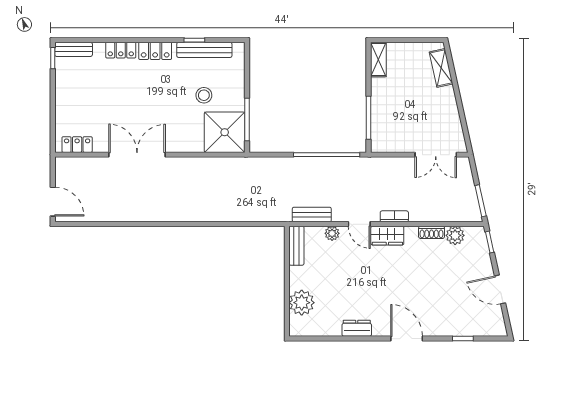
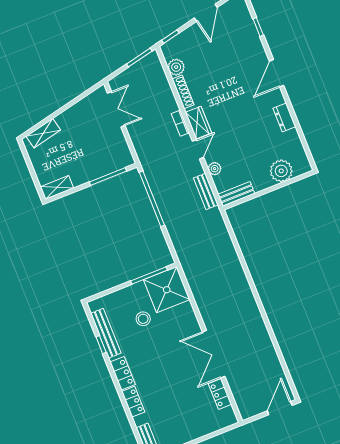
locker: (77, 145) -> (220, 394), moved
shoe rack: (432, 232) -> (183, 92), width x1.43

